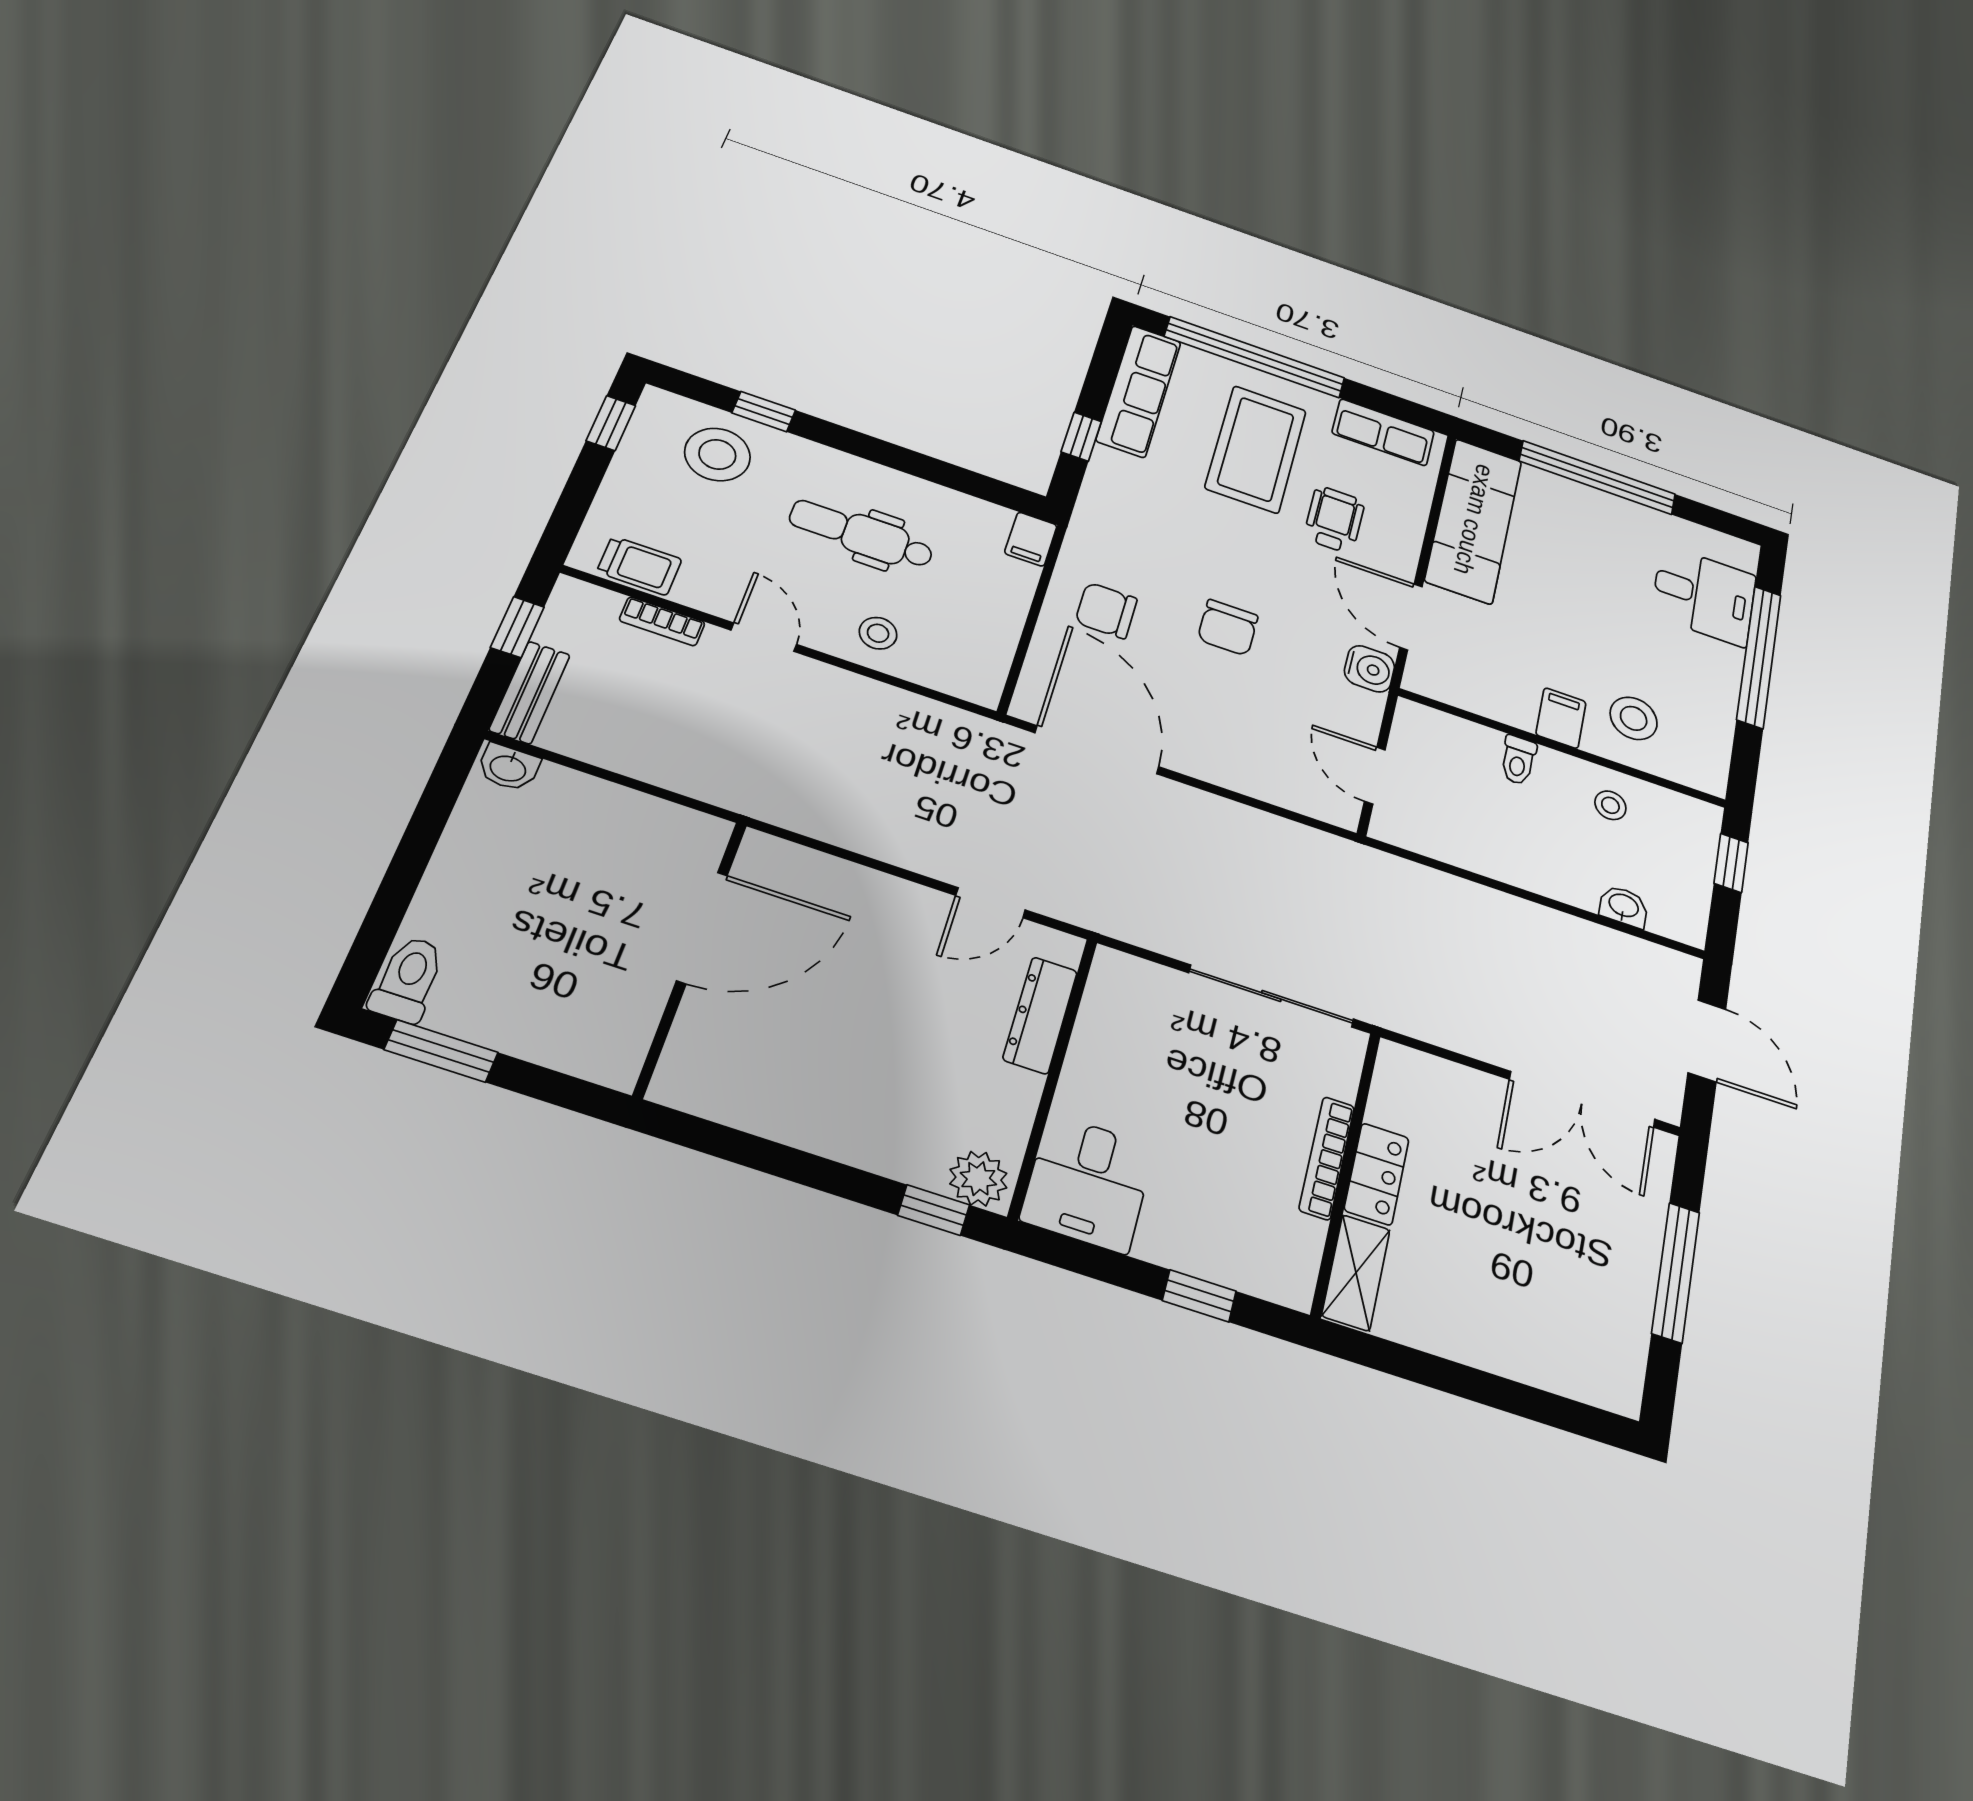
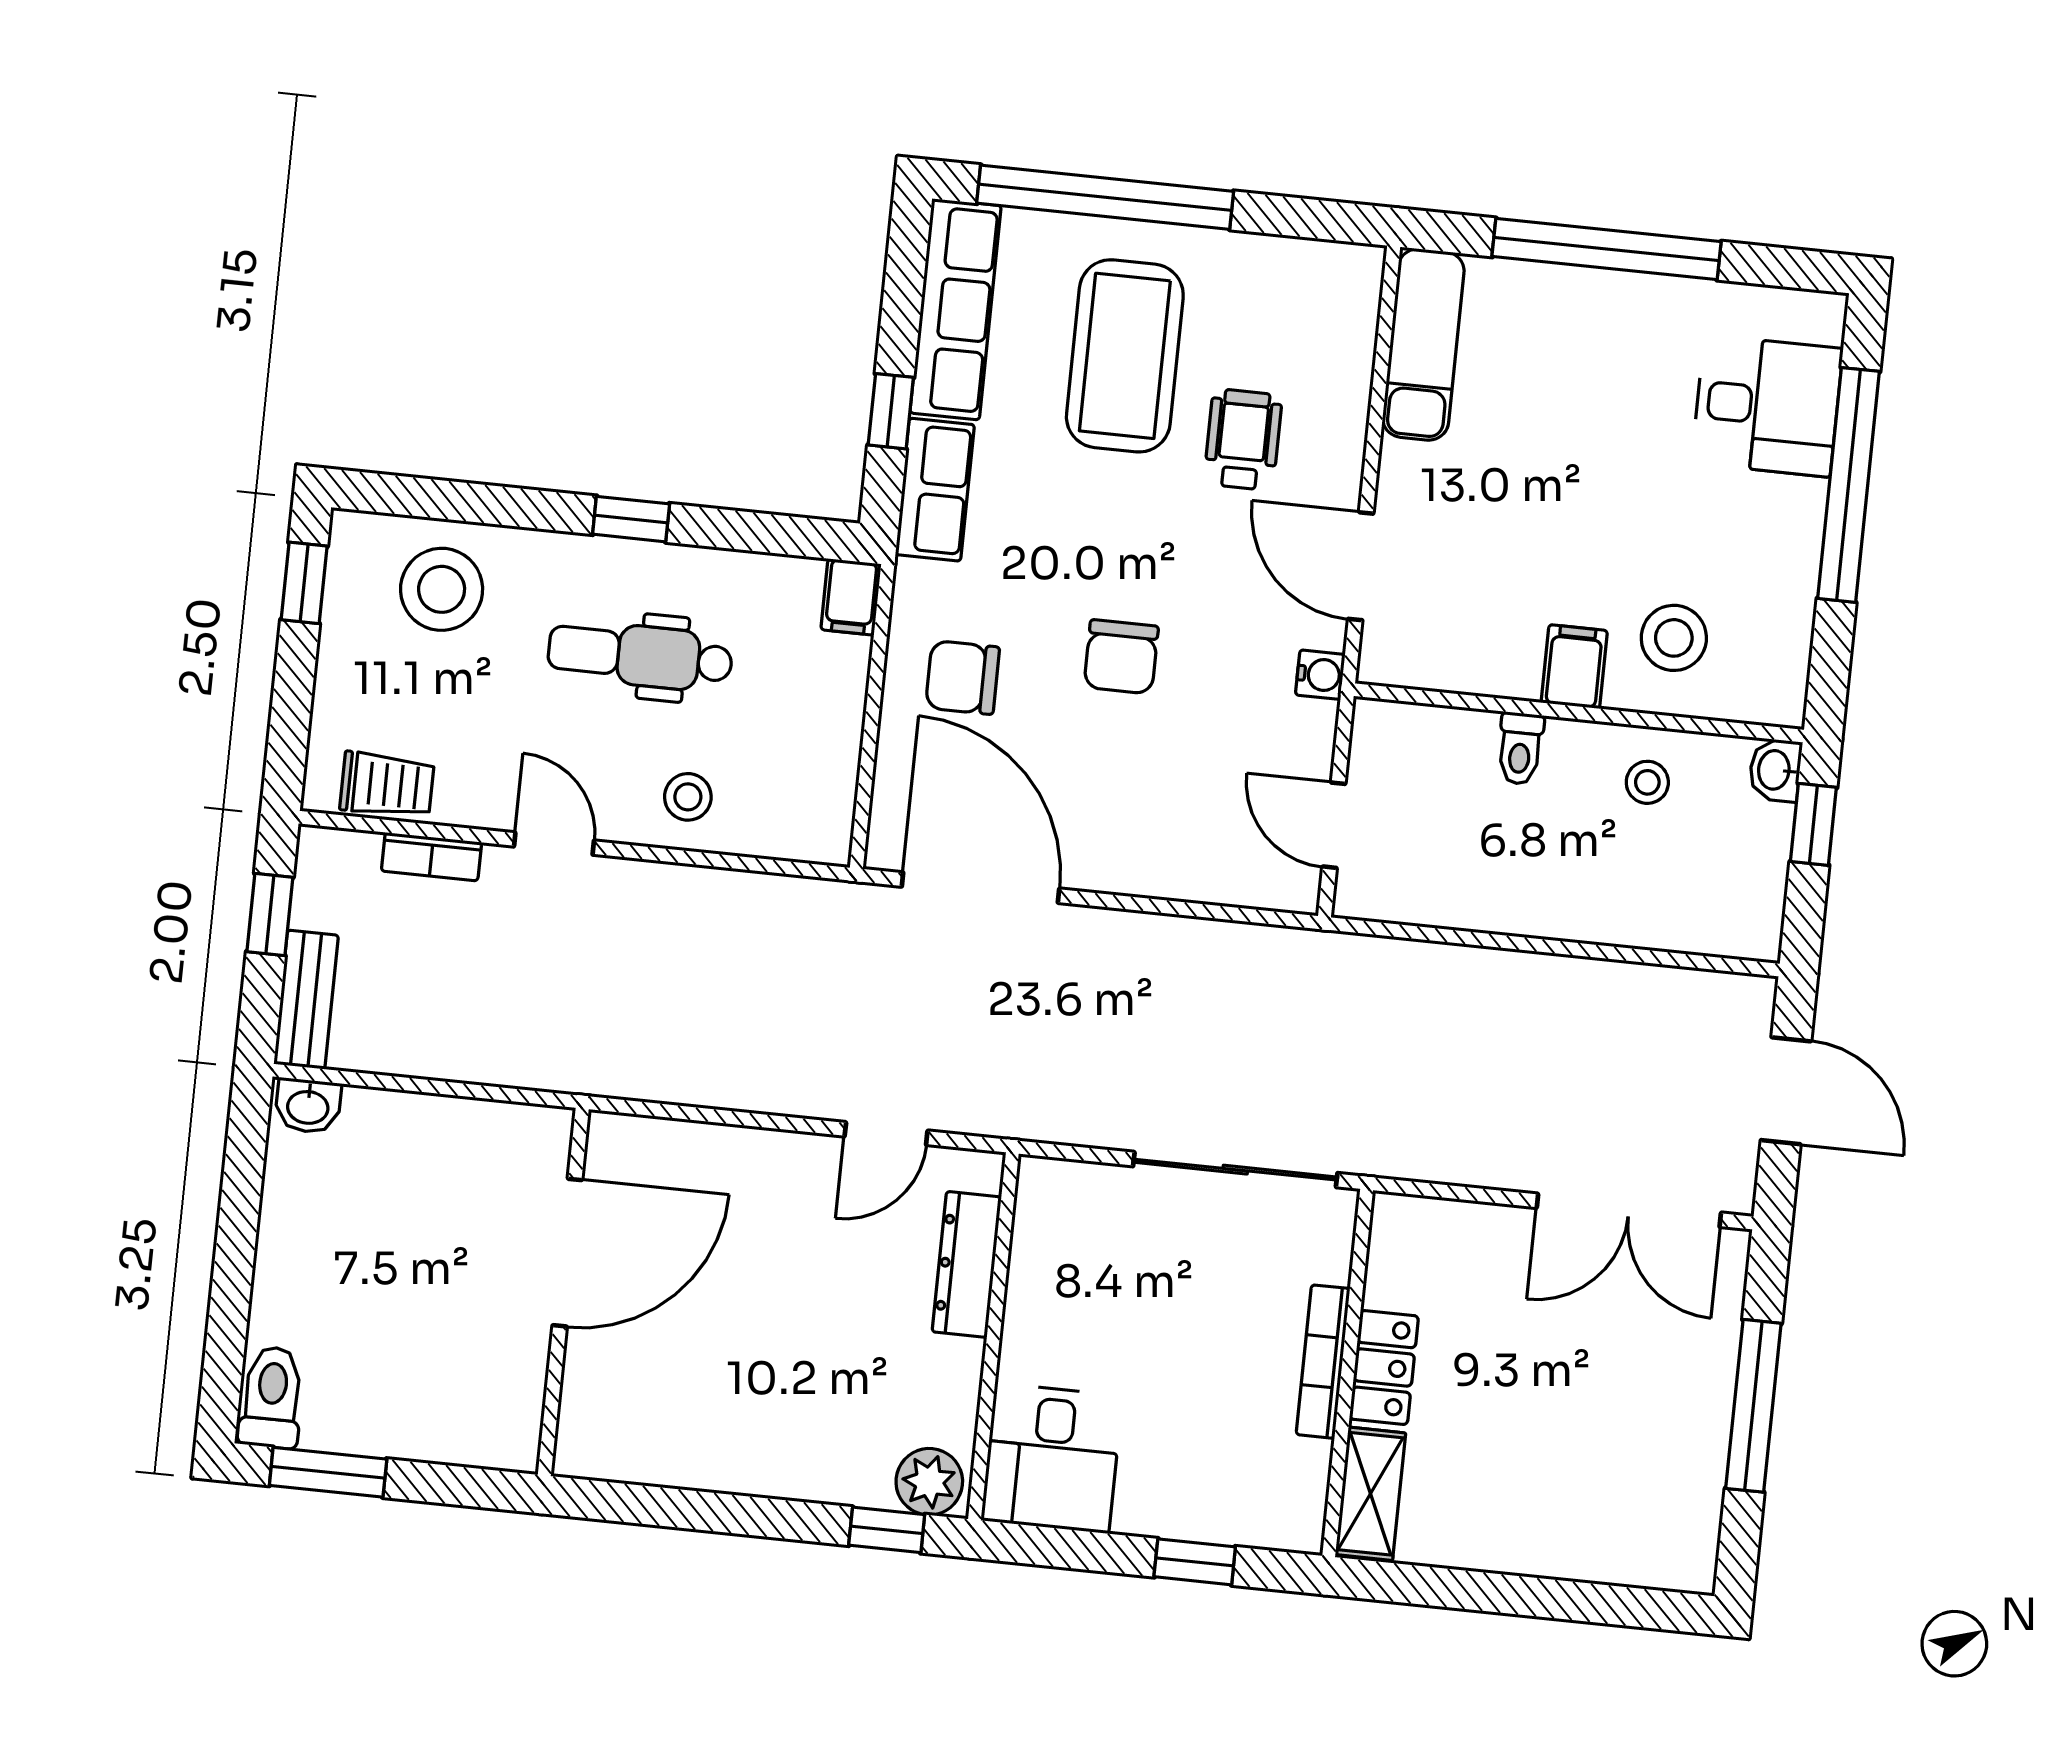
window: (764, 412) -> (631, 519), moved
row of seats: (1383, 432) -> (935, 490), moved, turned -90
exam couch: (1474, 520) -> (1423, 344), width x0.73, depth x0.69
water cooler: (1369, 669) -> (1320, 675), width x0.72, depth x0.72
washbasin: (1624, 906) -> (1775, 770), moved, turned -90

